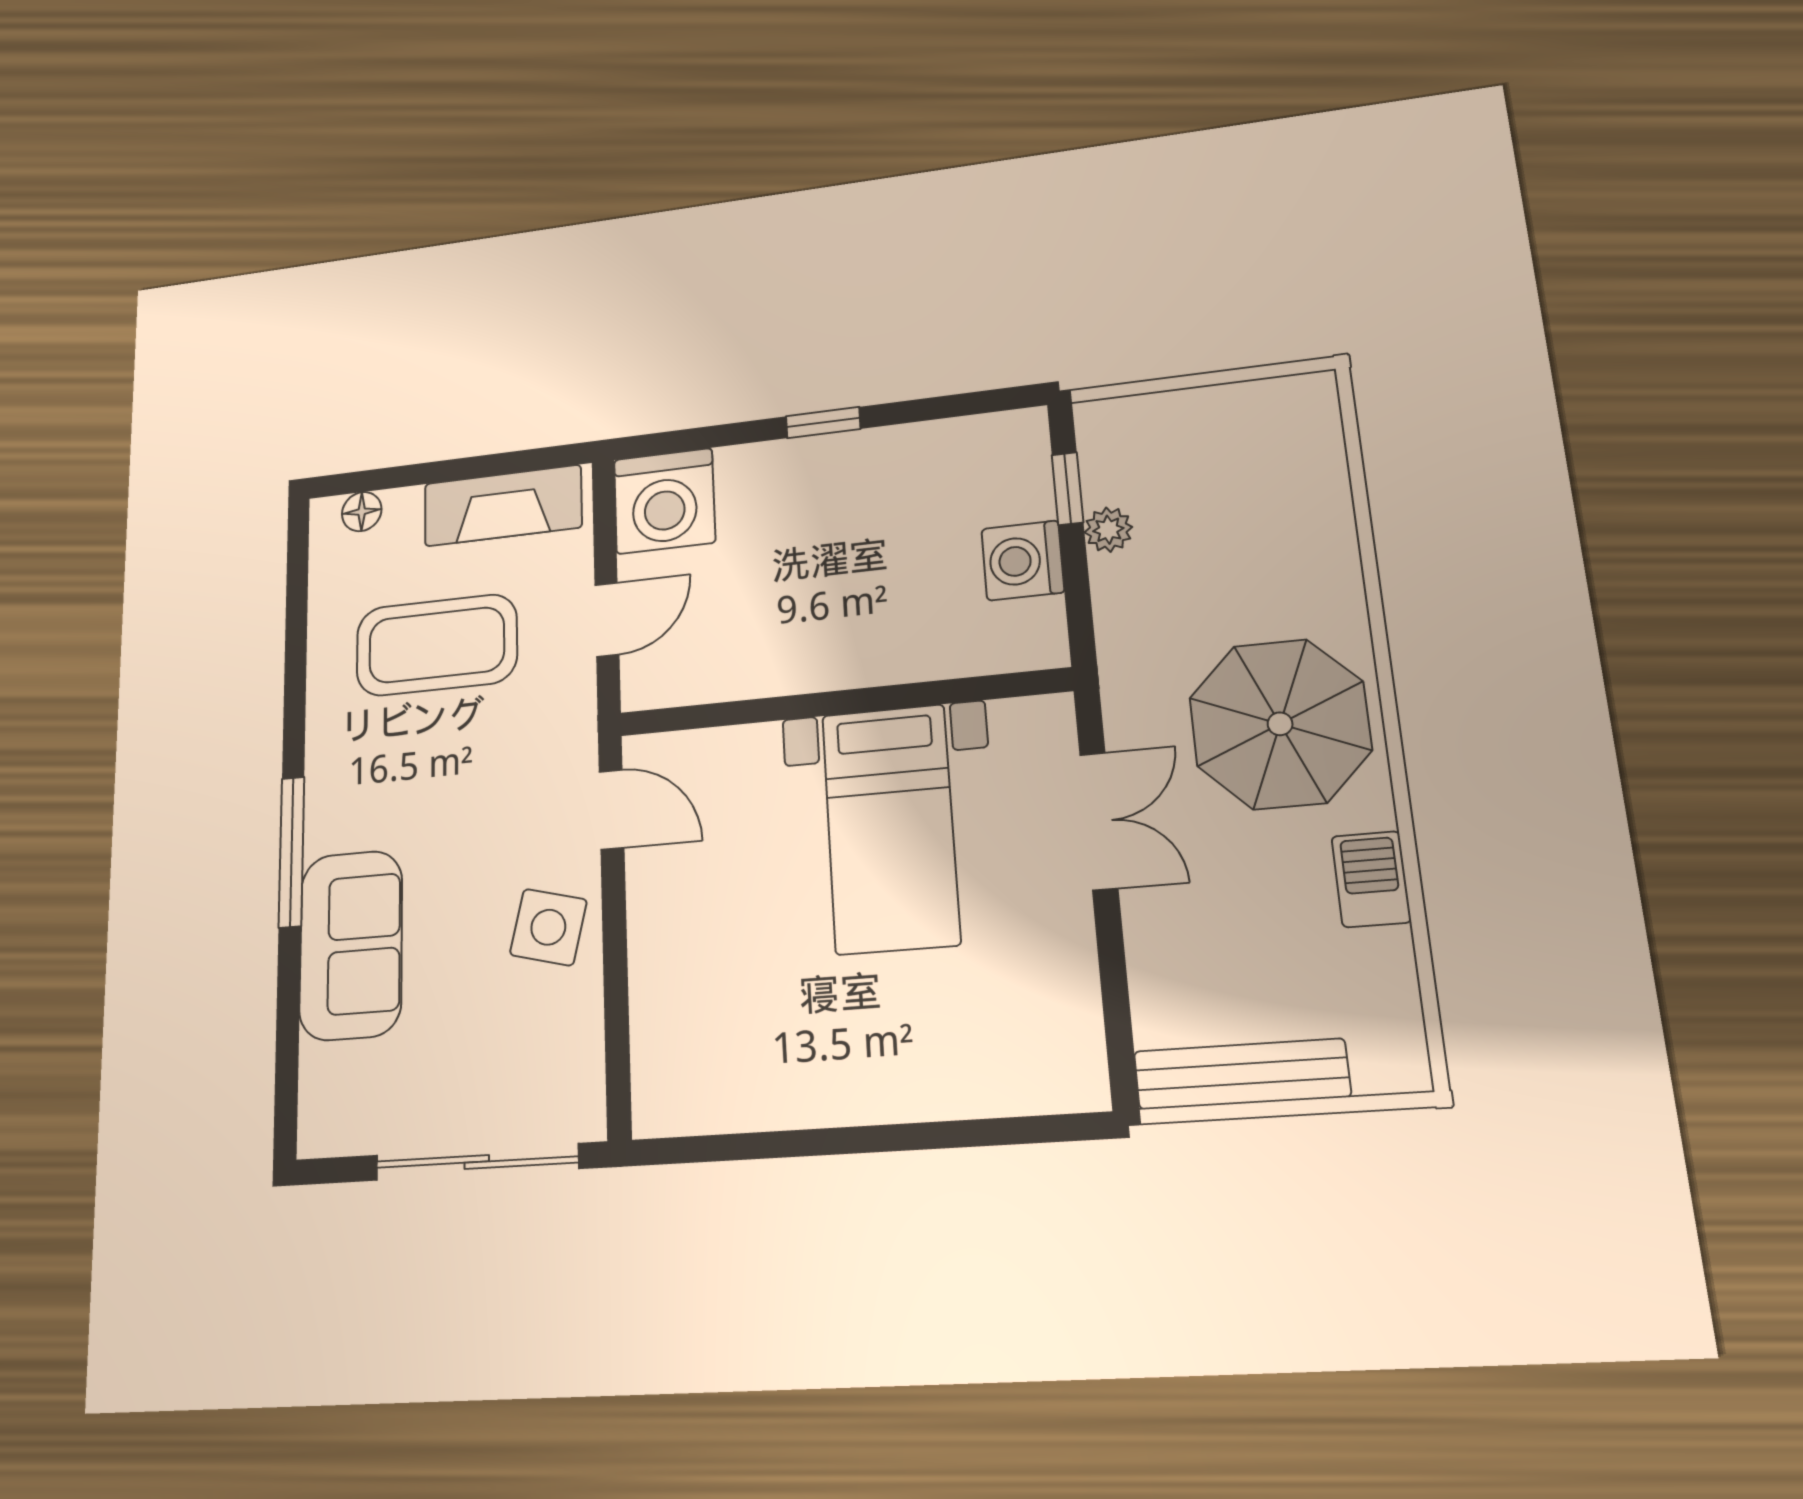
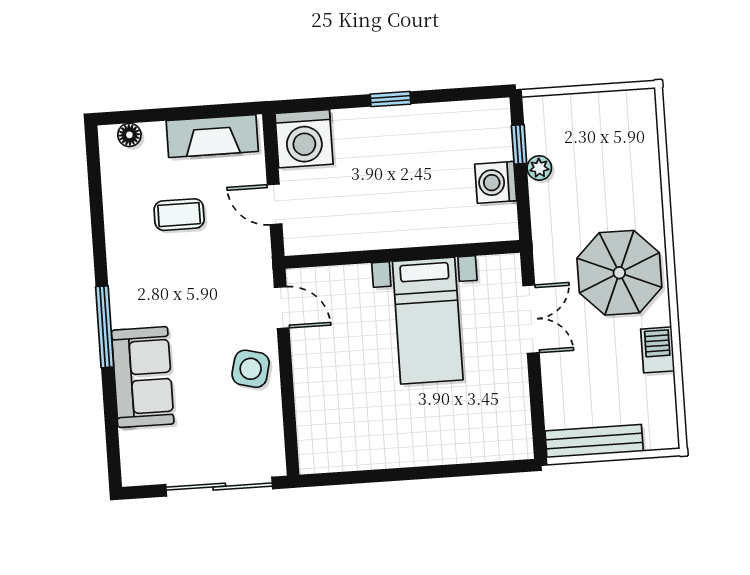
door: (607, 620) -> (275, 204), swing flipped
coffee table: (436, 645) -> (179, 215), width x0.54, depth x0.58

